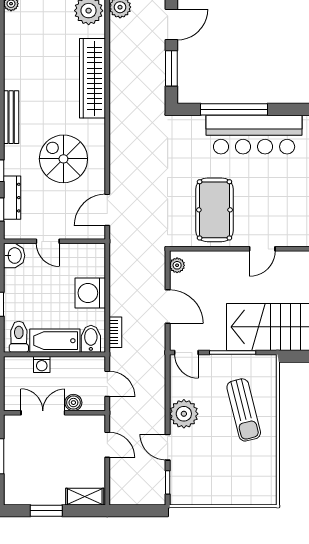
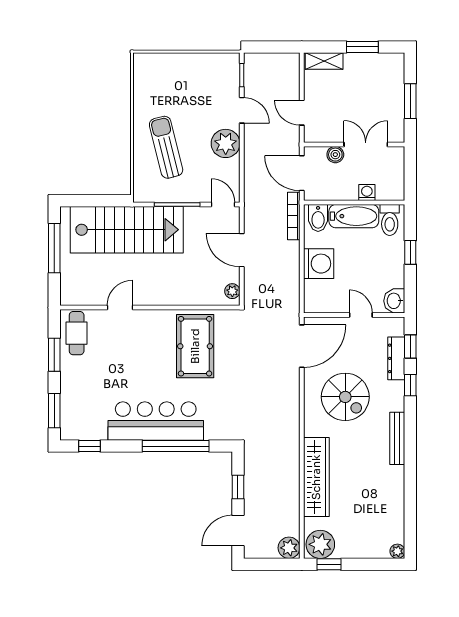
window: (171, 68) -> (238, 487), width x0.67
door: (107, 210) -> (302, 346), width x1.36
door: (262, 249) -> (120, 307), moved
bookcase: (115, 332) -> (294, 216), width x1.56
door: (107, 384) -> (302, 173), width x1.38
double door: (43, 413) -> (366, 144), swing flipped

